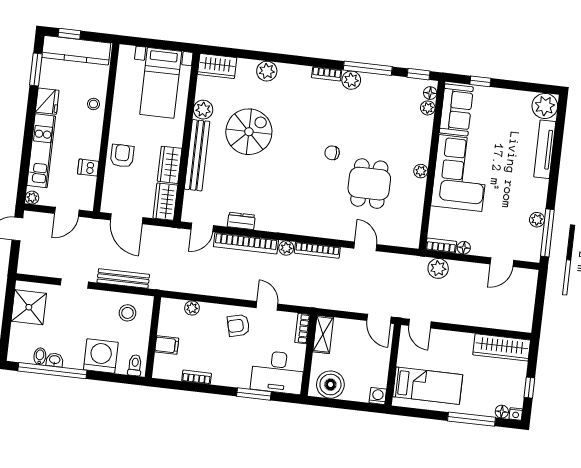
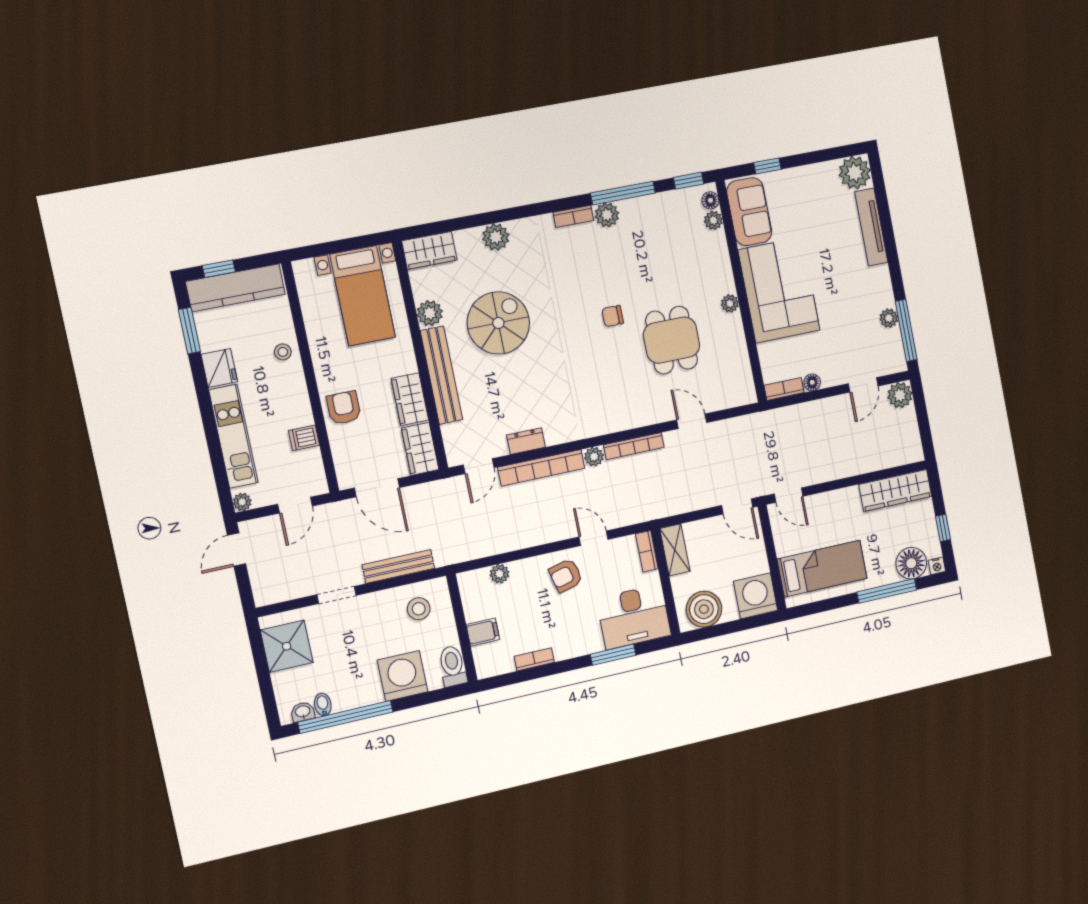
plant: (438, 268) -> (900, 395), moved
washbasin: (55, 360) -> (303, 712), moved
toilet: (135, 365) -> (453, 666), width x1.37, depth x1.39
washing machine: (378, 396) -> (756, 596), width x1.89, depth x1.89
floor lamp: (502, 412) -> (911, 563), width x1.89, depth x1.89

